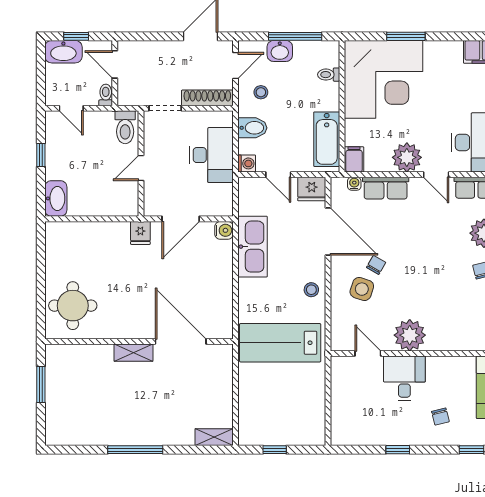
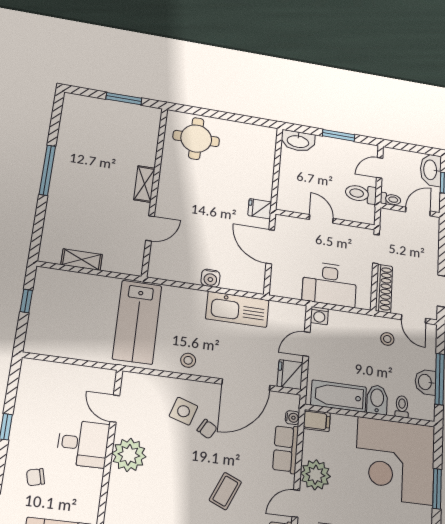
washbasin: (280, 51) -> (426, 382), moved
toilet: (125, 127) -> (361, 194), moved
bidet: (252, 128) -> (377, 400), moved, turned 180
window: (41, 155) -> (339, 135), width x1.50
water cooler: (224, 230) -> (210, 278), moved
coffee table: (432, 242) -> (225, 491), added
door: (181, 341) -> (150, 228), width x0.53
lab bench: (280, 343) -> (137, 322), turned 180
door: (368, 354) -> (115, 409), swing flipped
shelving: (214, 437) -> (82, 260), moved, turned 90

